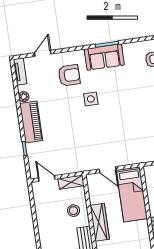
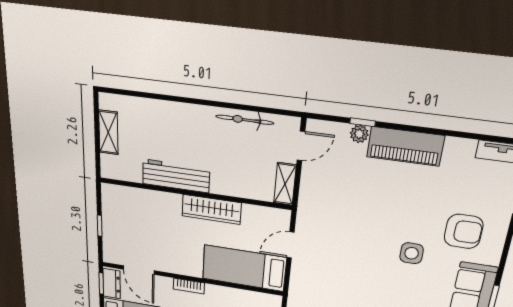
armchair: (69, 75) -> (464, 231), turned -90
plant: (24, 97) -> (359, 134), moved
stool: (73, 211) -> (238, 174), removed
bicycle: (41, 214) -> (245, 120), added

